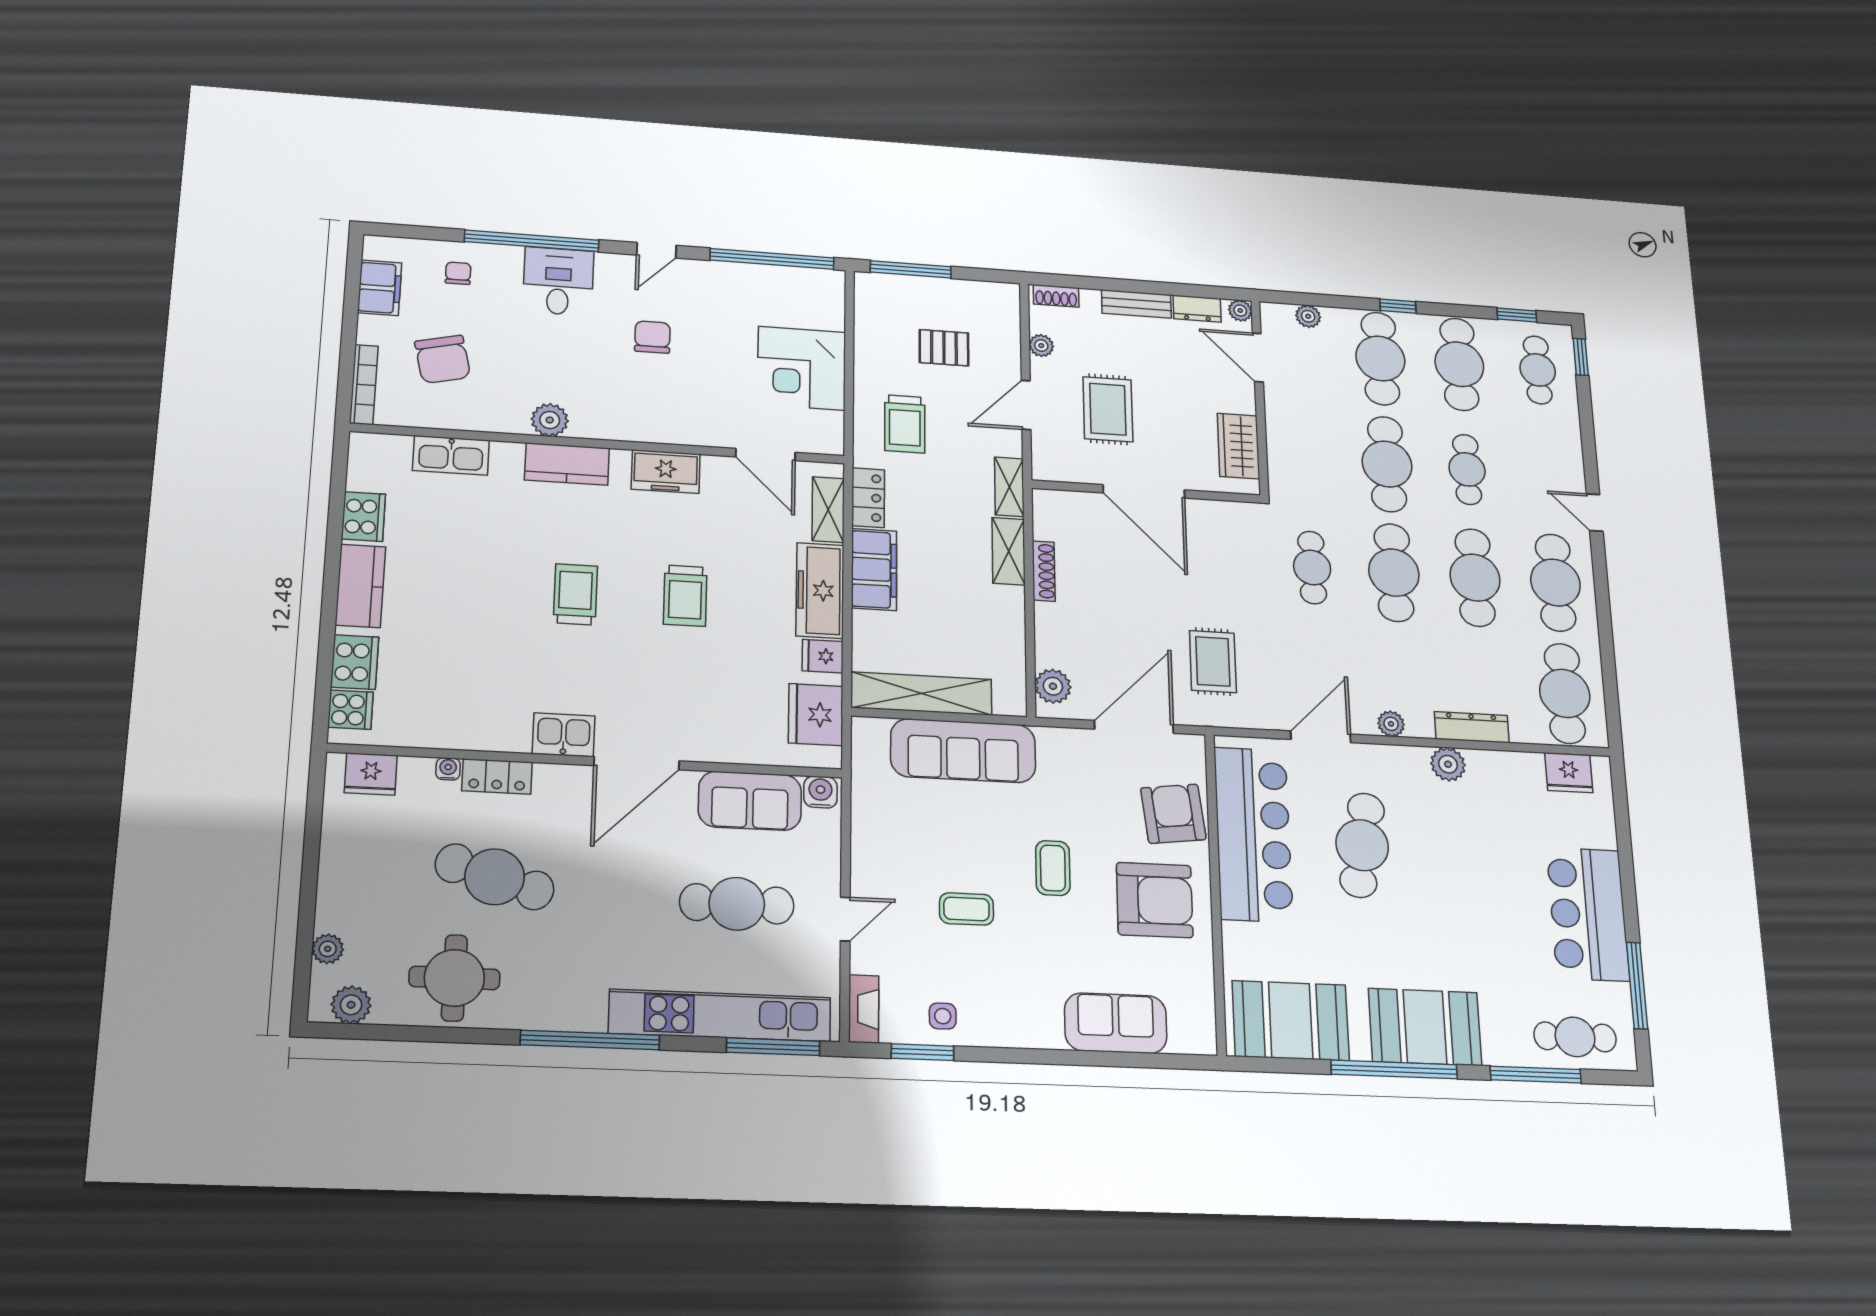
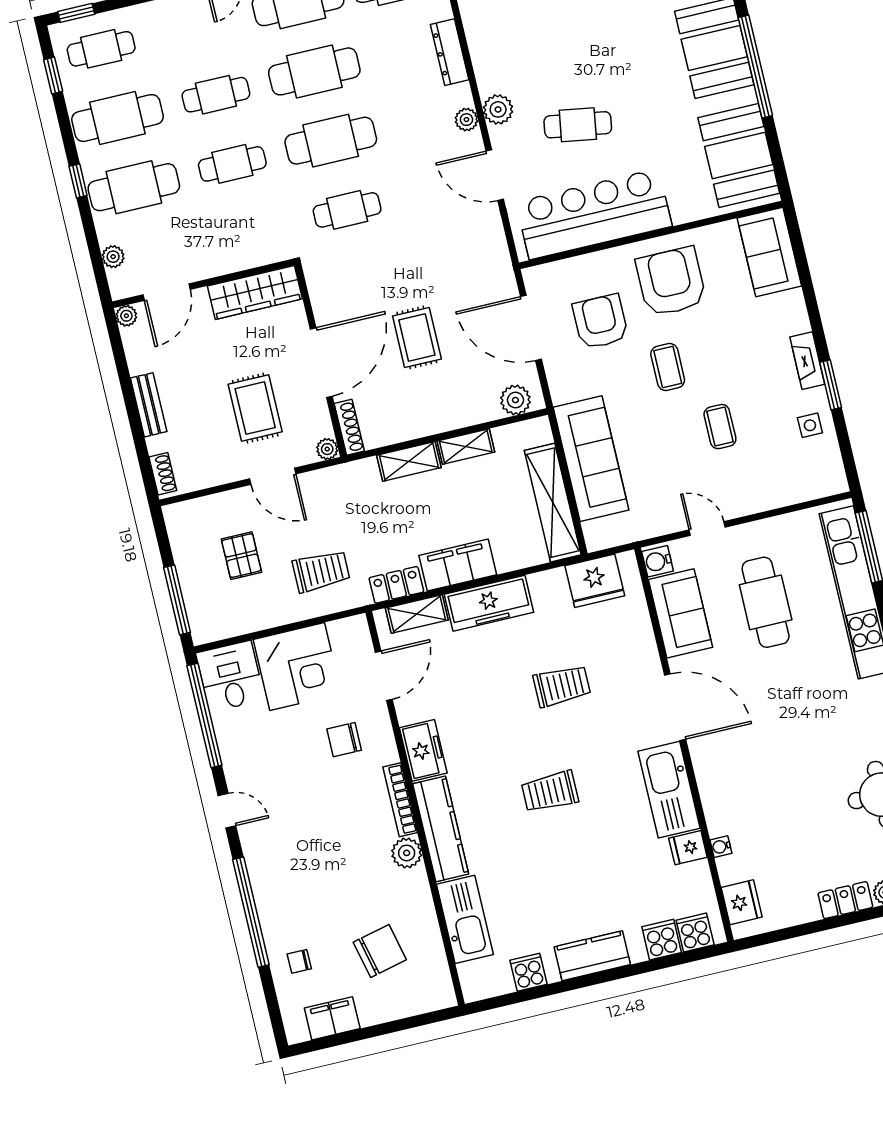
desk: (558, 281) -> (230, 676), moved, turned 90
dresser: (1197, 309) -> (136, 353), removed
chair: (652, 337) -> (344, 740), moved
plant: (1041, 346) -> (327, 449), moved
bookcase: (364, 385) -> (400, 800), moved, turned -90
rug: (1108, 409) -> (255, 408), turned 90
wardrobe: (1238, 446) -> (255, 292), width x1.50
kitchen sink: (451, 455) -> (465, 919), width x1.36, depth x1.24
kitchen counter: (567, 464) -> (441, 829), width x1.50
cafe table: (1387, 464) -> (232, 164), width x0.73, depth x0.74
shelving: (1009, 487) -> (466, 446), moved
cooker: (363, 517) -> (529, 972), width x0.73
shoe rack: (1044, 571) -> (349, 427), moved, turned 90
trolley: (685, 596) -> (562, 686), moved
fridge: (823, 656) -> (688, 848), moved, turned 90
cooker: (355, 662) -> (662, 940), width x0.73
rug: (1213, 662) -> (417, 337), moved, turned 90
kitchen sink: (564, 735) -> (669, 790), width x1.88, depth x1.24
plant: (1448, 764) -> (498, 109), moved
locker: (497, 776) -> (845, 900), moved, turned -90
armchair: (1173, 814) -> (600, 322), moved, turned 97
cafe table: (1362, 845) -> (578, 125), width x0.73, depth x0.74
coffee table: (1053, 868) -> (668, 367), turned 90
cafe table: (495, 877) -> (796, 788), removed
door: (845, 919) -> (707, 529), moved
fireplace: (864, 1009) -> (807, 361), moved, turned -90
sofa: (1116, 1023) -> (769, 252), moved
window: (922, 1052) -> (831, 385), moved

